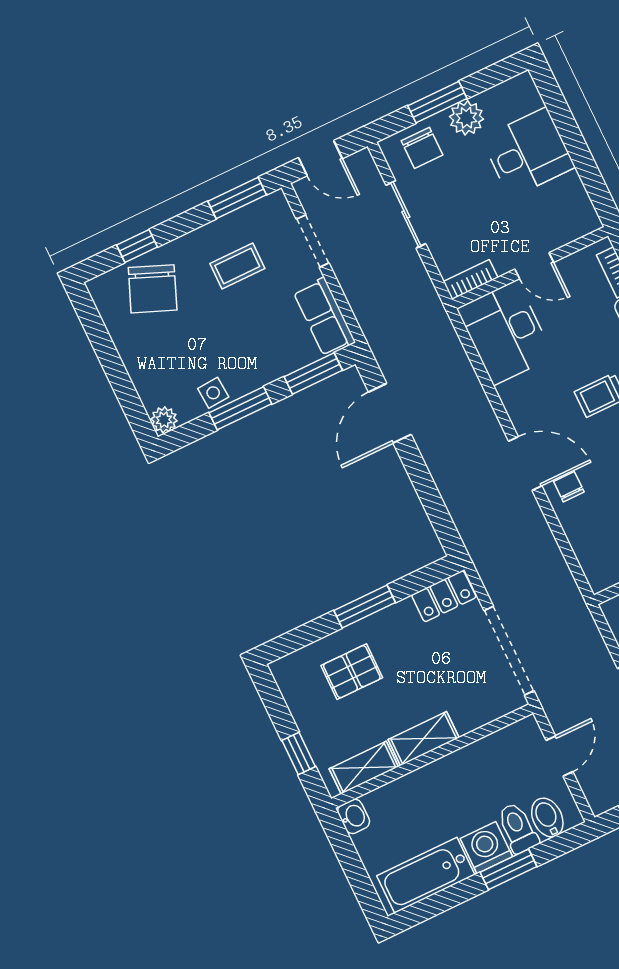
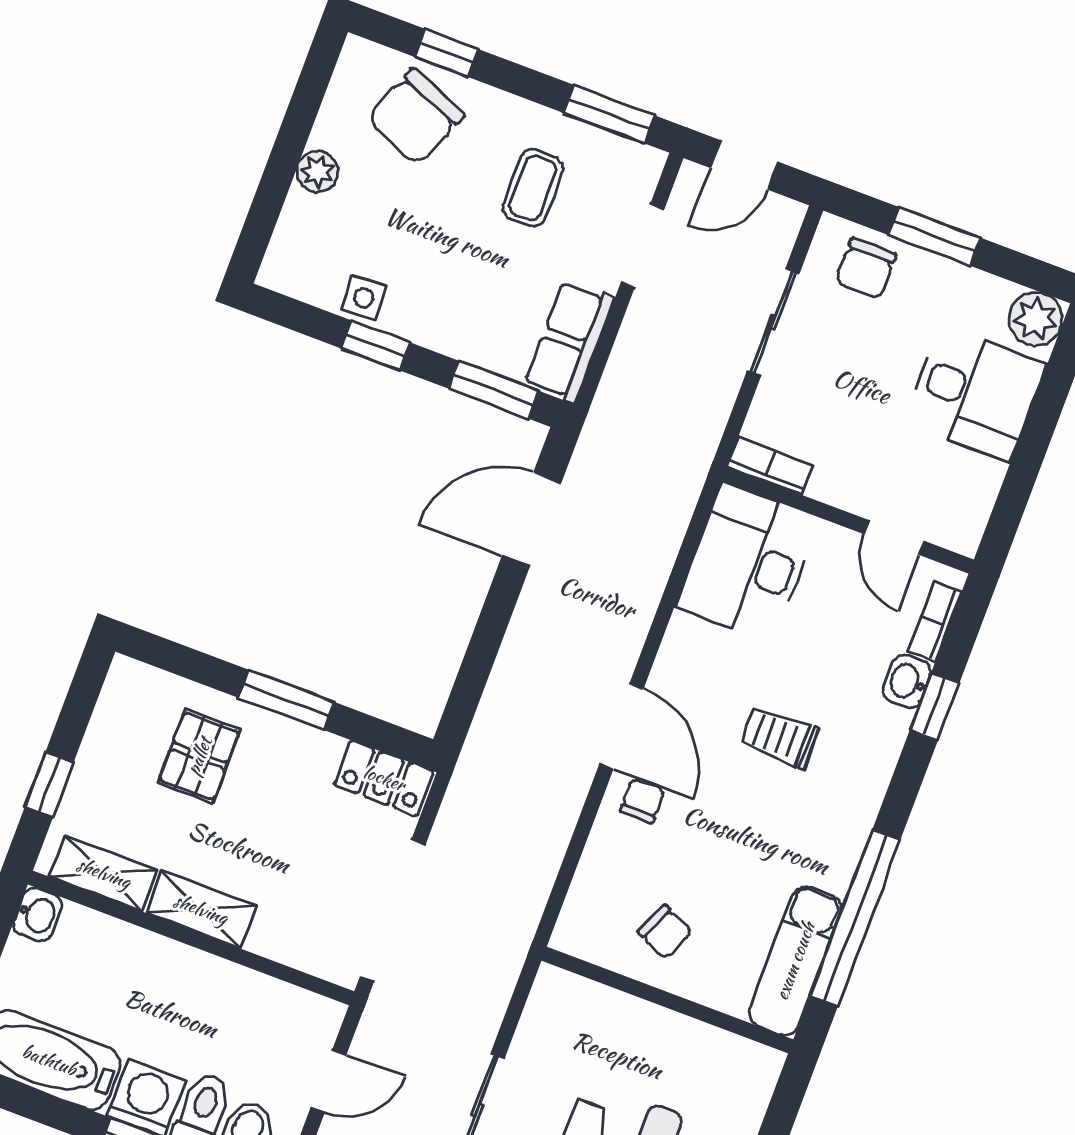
plant: (466, 118) -> (1036, 319), moved
door: (320, 158) -> (744, 165), hinge flipped
coffee table: (237, 266) -> (533, 188), turned 90
door: (534, 266) -> (894, 537), moved
window: (240, 408) -> (376, 345), width x0.67
plant: (164, 420) -> (318, 171), moved
pallet: (352, 672) -> (199, 756), turned 90

